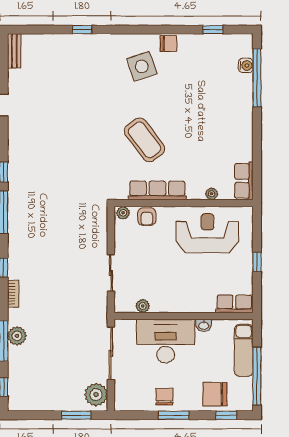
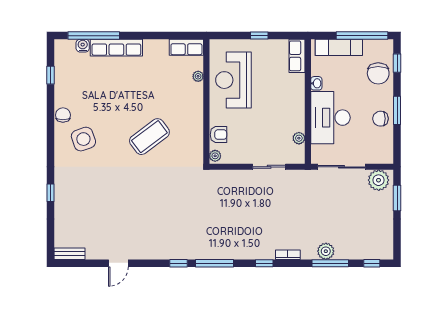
row of seats: (157, 190) -> (116, 48), moved, turned -90

